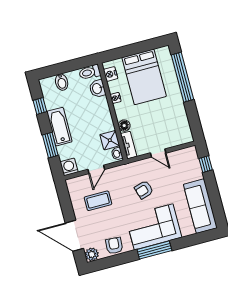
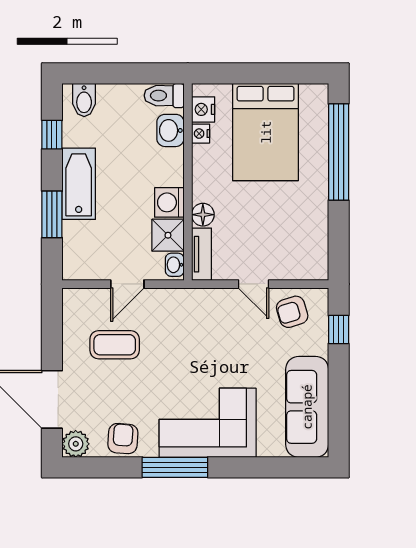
bidet: (62, 82) -> (84, 100), moved
nightstand: (116, 98) -> (201, 134), moved
washing machine: (69, 167) -> (169, 202), moved, turned -90
armchair: (144, 190) -> (292, 312), moved
window: (154, 250) -> (175, 467), moved

